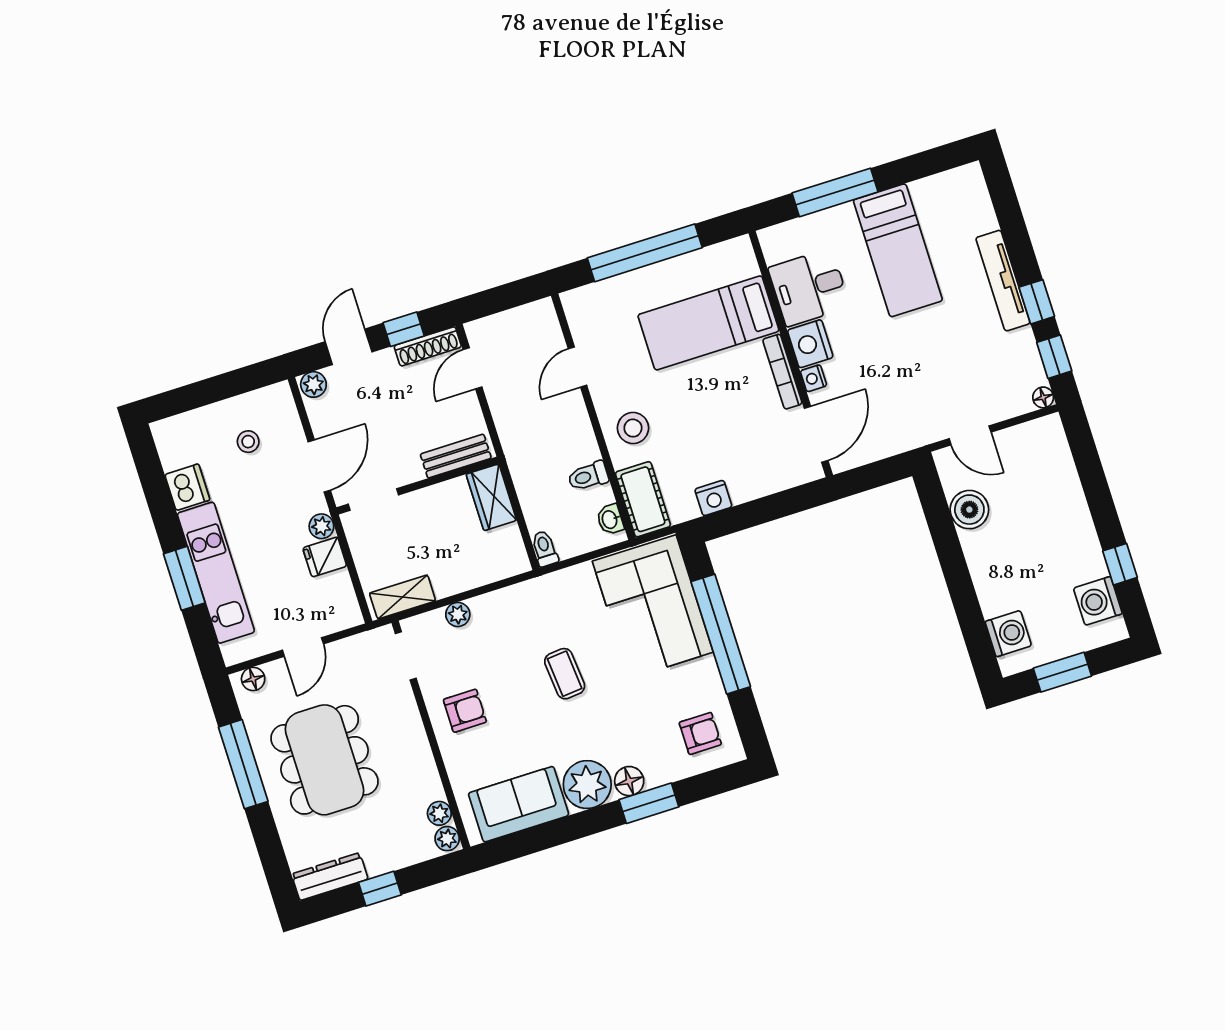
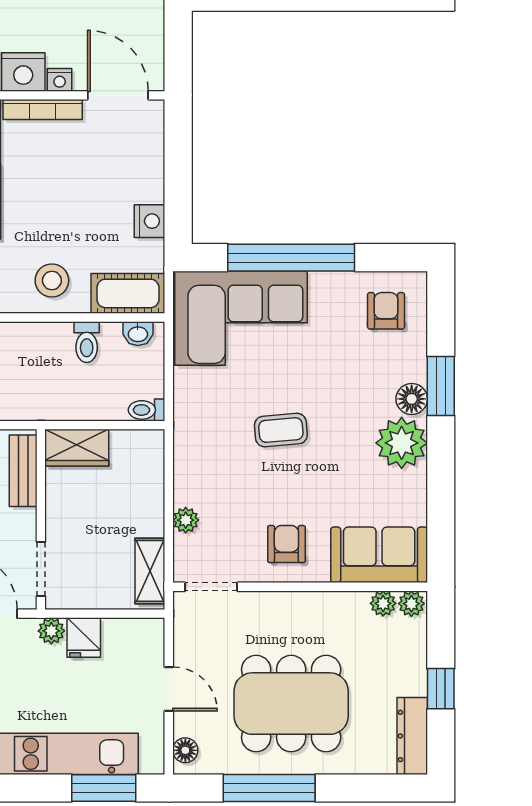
window: (184, 578) -> (104, 788), moved
sofa: (519, 804) -> (379, 555), moved, turned 90

